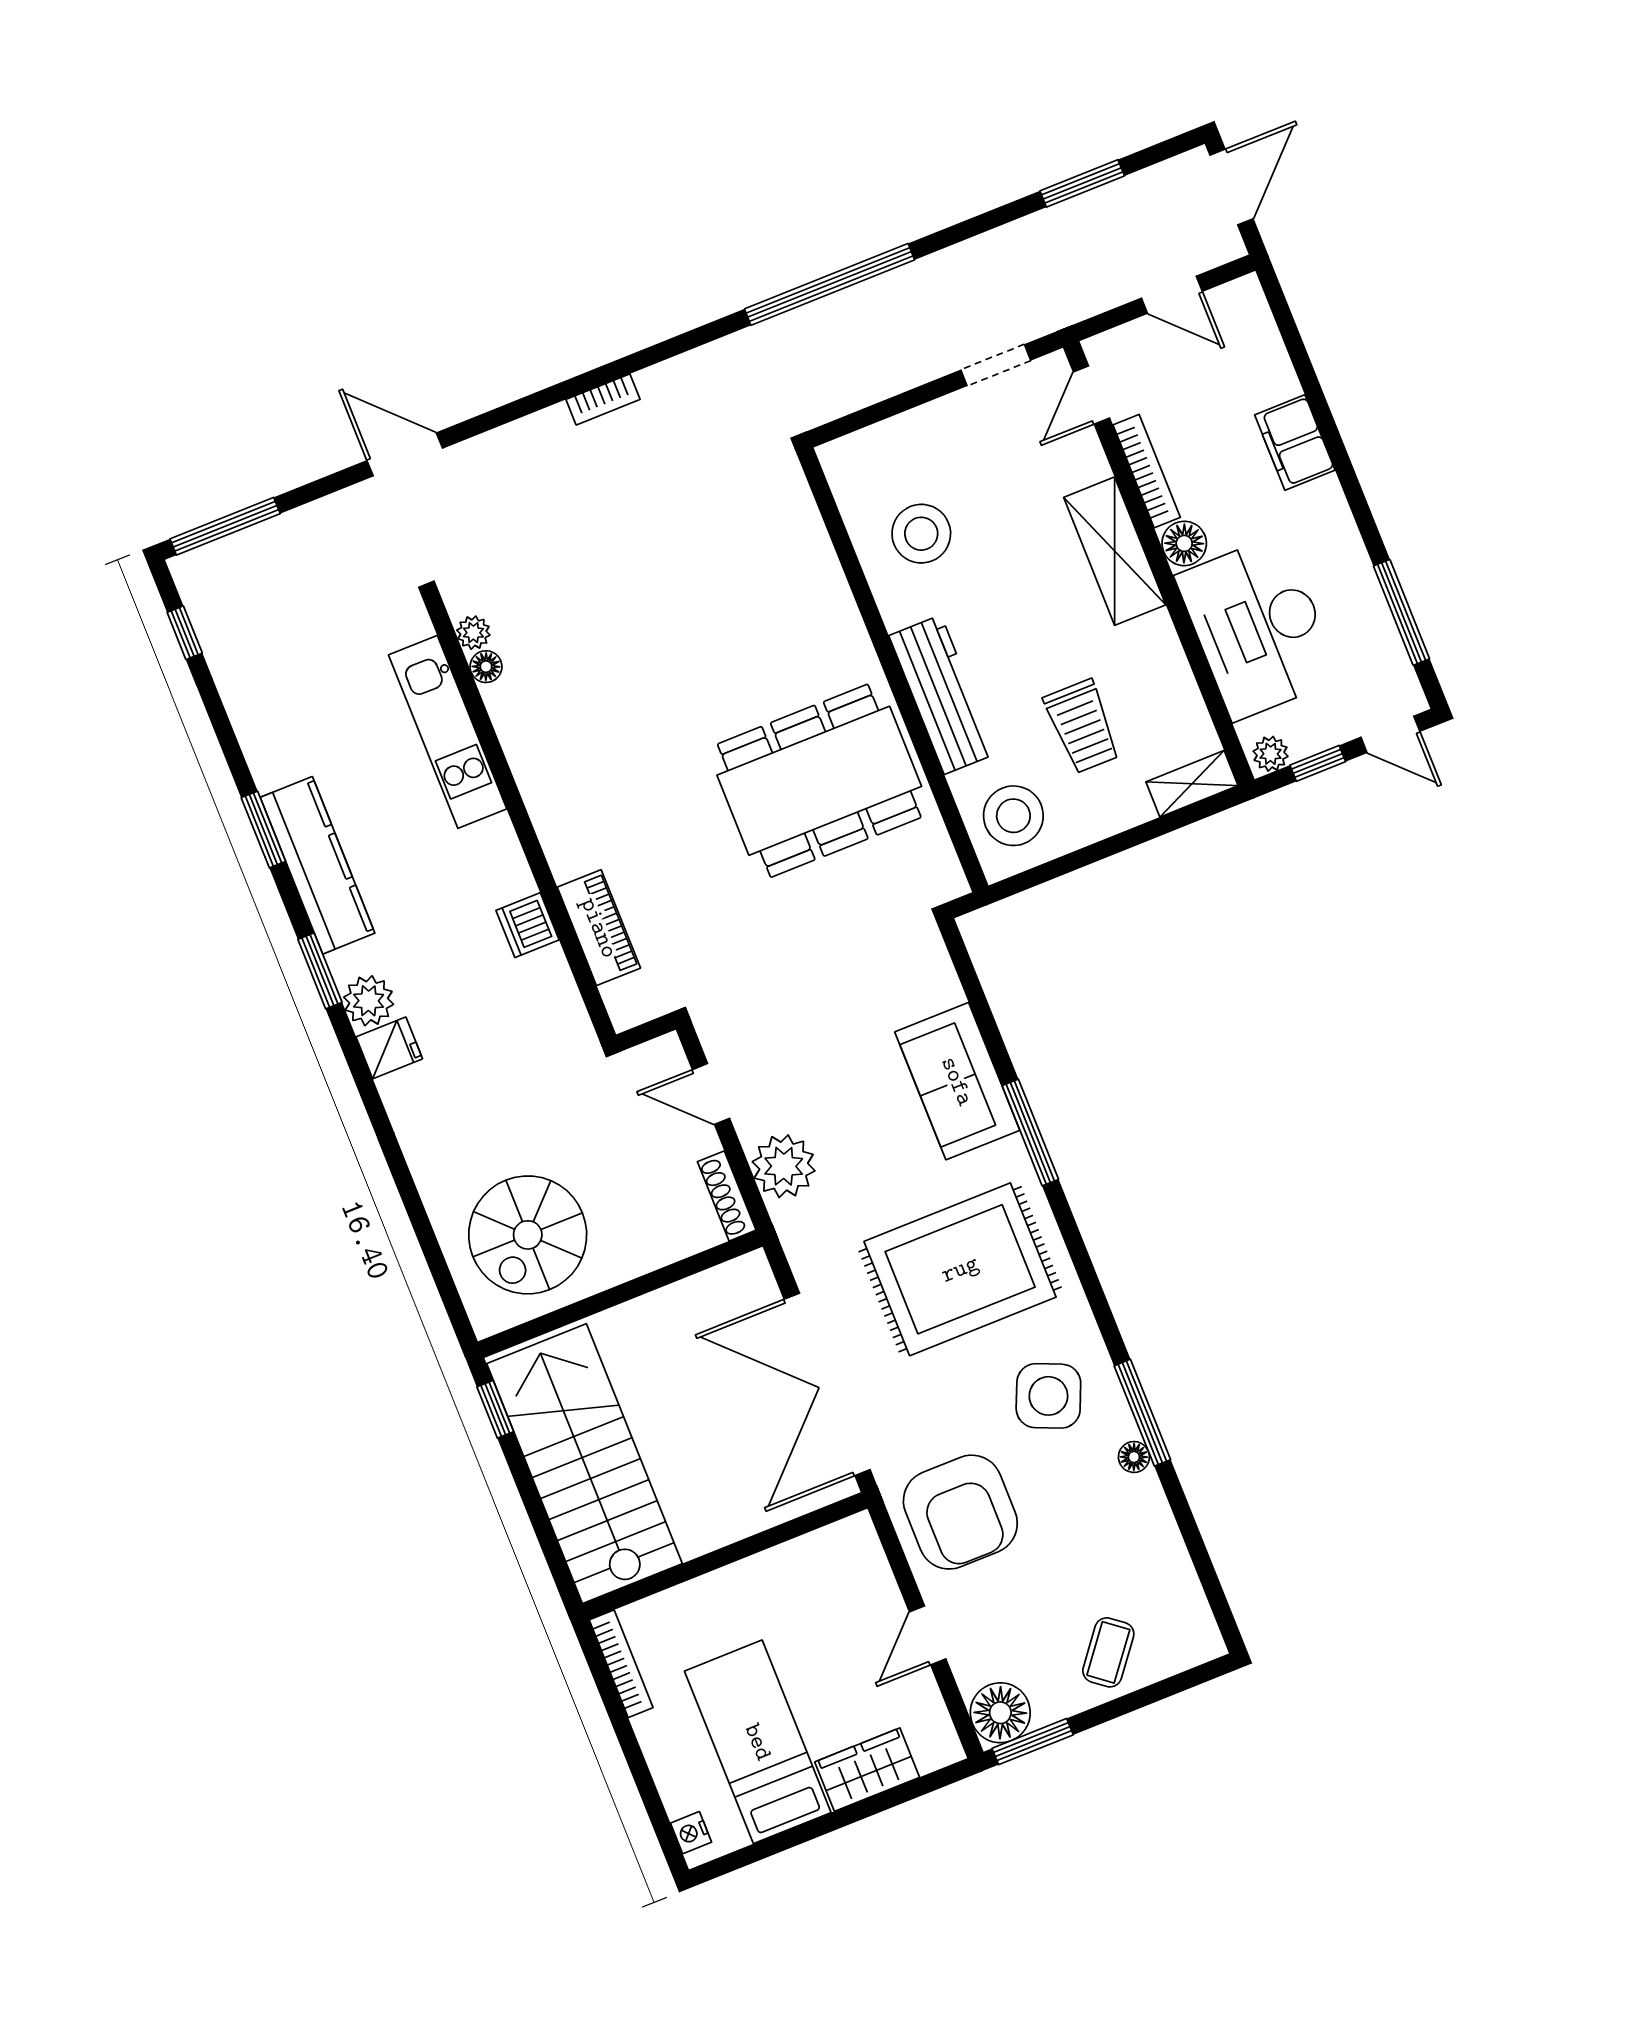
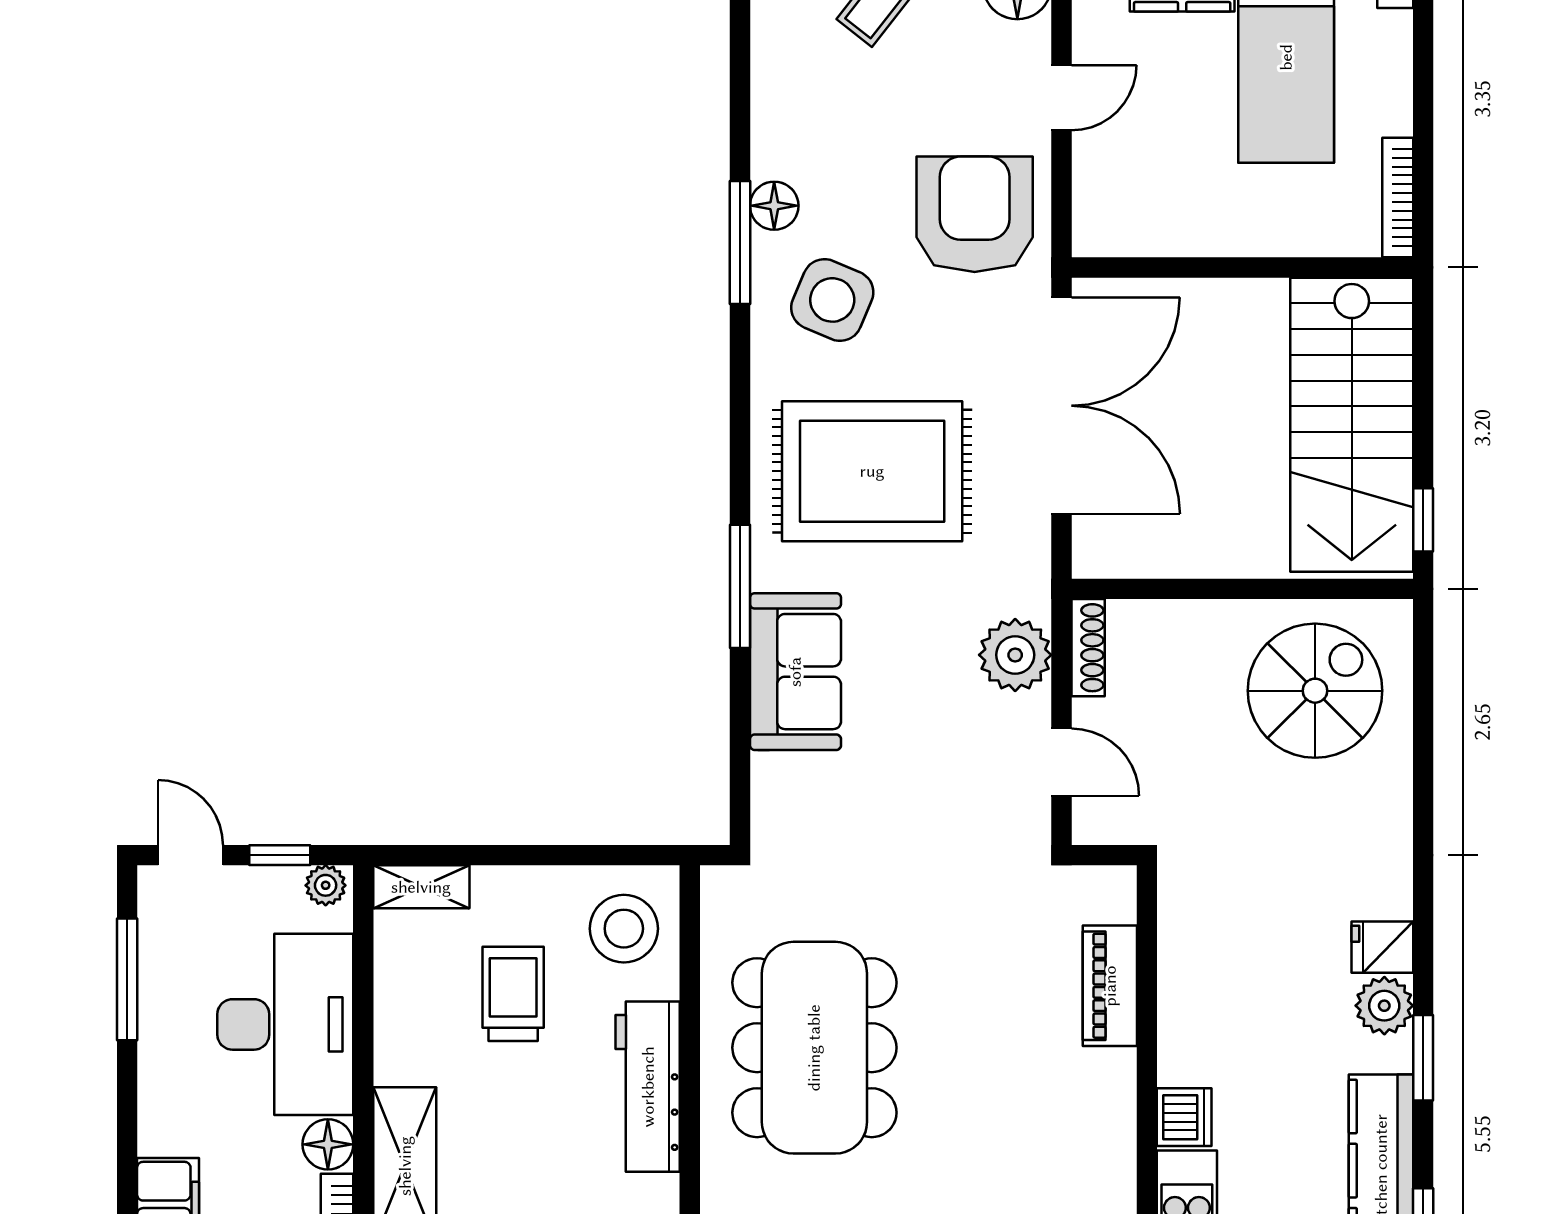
dining table: (819, 781) -> (814, 1048), turned 90
dishwasher: (528, 925) -> (1184, 1117), moved
floor lamp: (1134, 1457) -> (774, 206), width x1.37, depth x1.37

